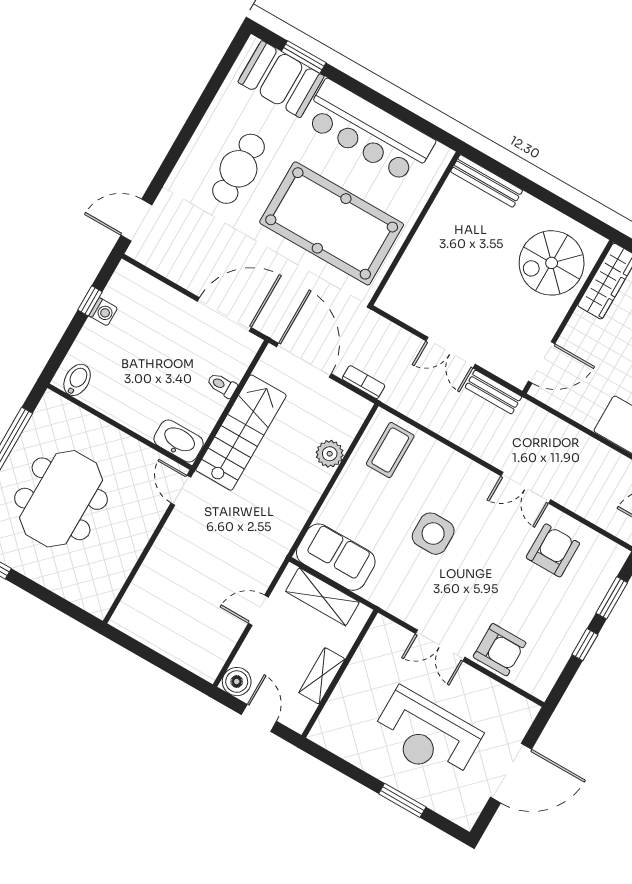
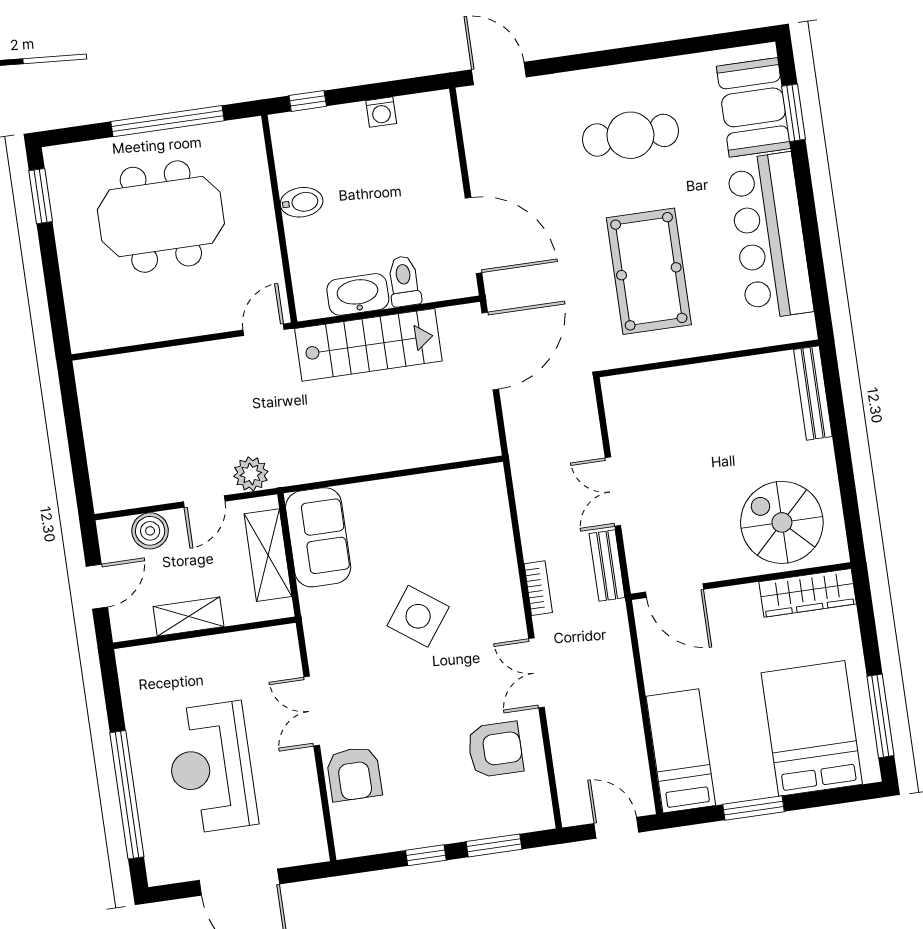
pool table: (332, 223) -> (649, 271), width x0.73, depth x0.76
window: (90, 301) -> (308, 101), moved
bidet: (77, 380) -> (302, 202), moved
bookcase: (364, 382) -> (538, 588), moved
toilet: (222, 385) -> (404, 281), width x1.37, depth x1.39
washbasin: (179, 441) -> (358, 294), moved, turned -90
coffee table: (390, 450) -> (468, 508), removed
plant: (330, 454) -> (251, 474), moved
side table: (433, 534) -> (418, 616), turned 36
door: (258, 610) -> (204, 502), swing flipped
boiler: (237, 682) -> (150, 531), moved
window: (402, 800) -> (127, 795), width x2.11

